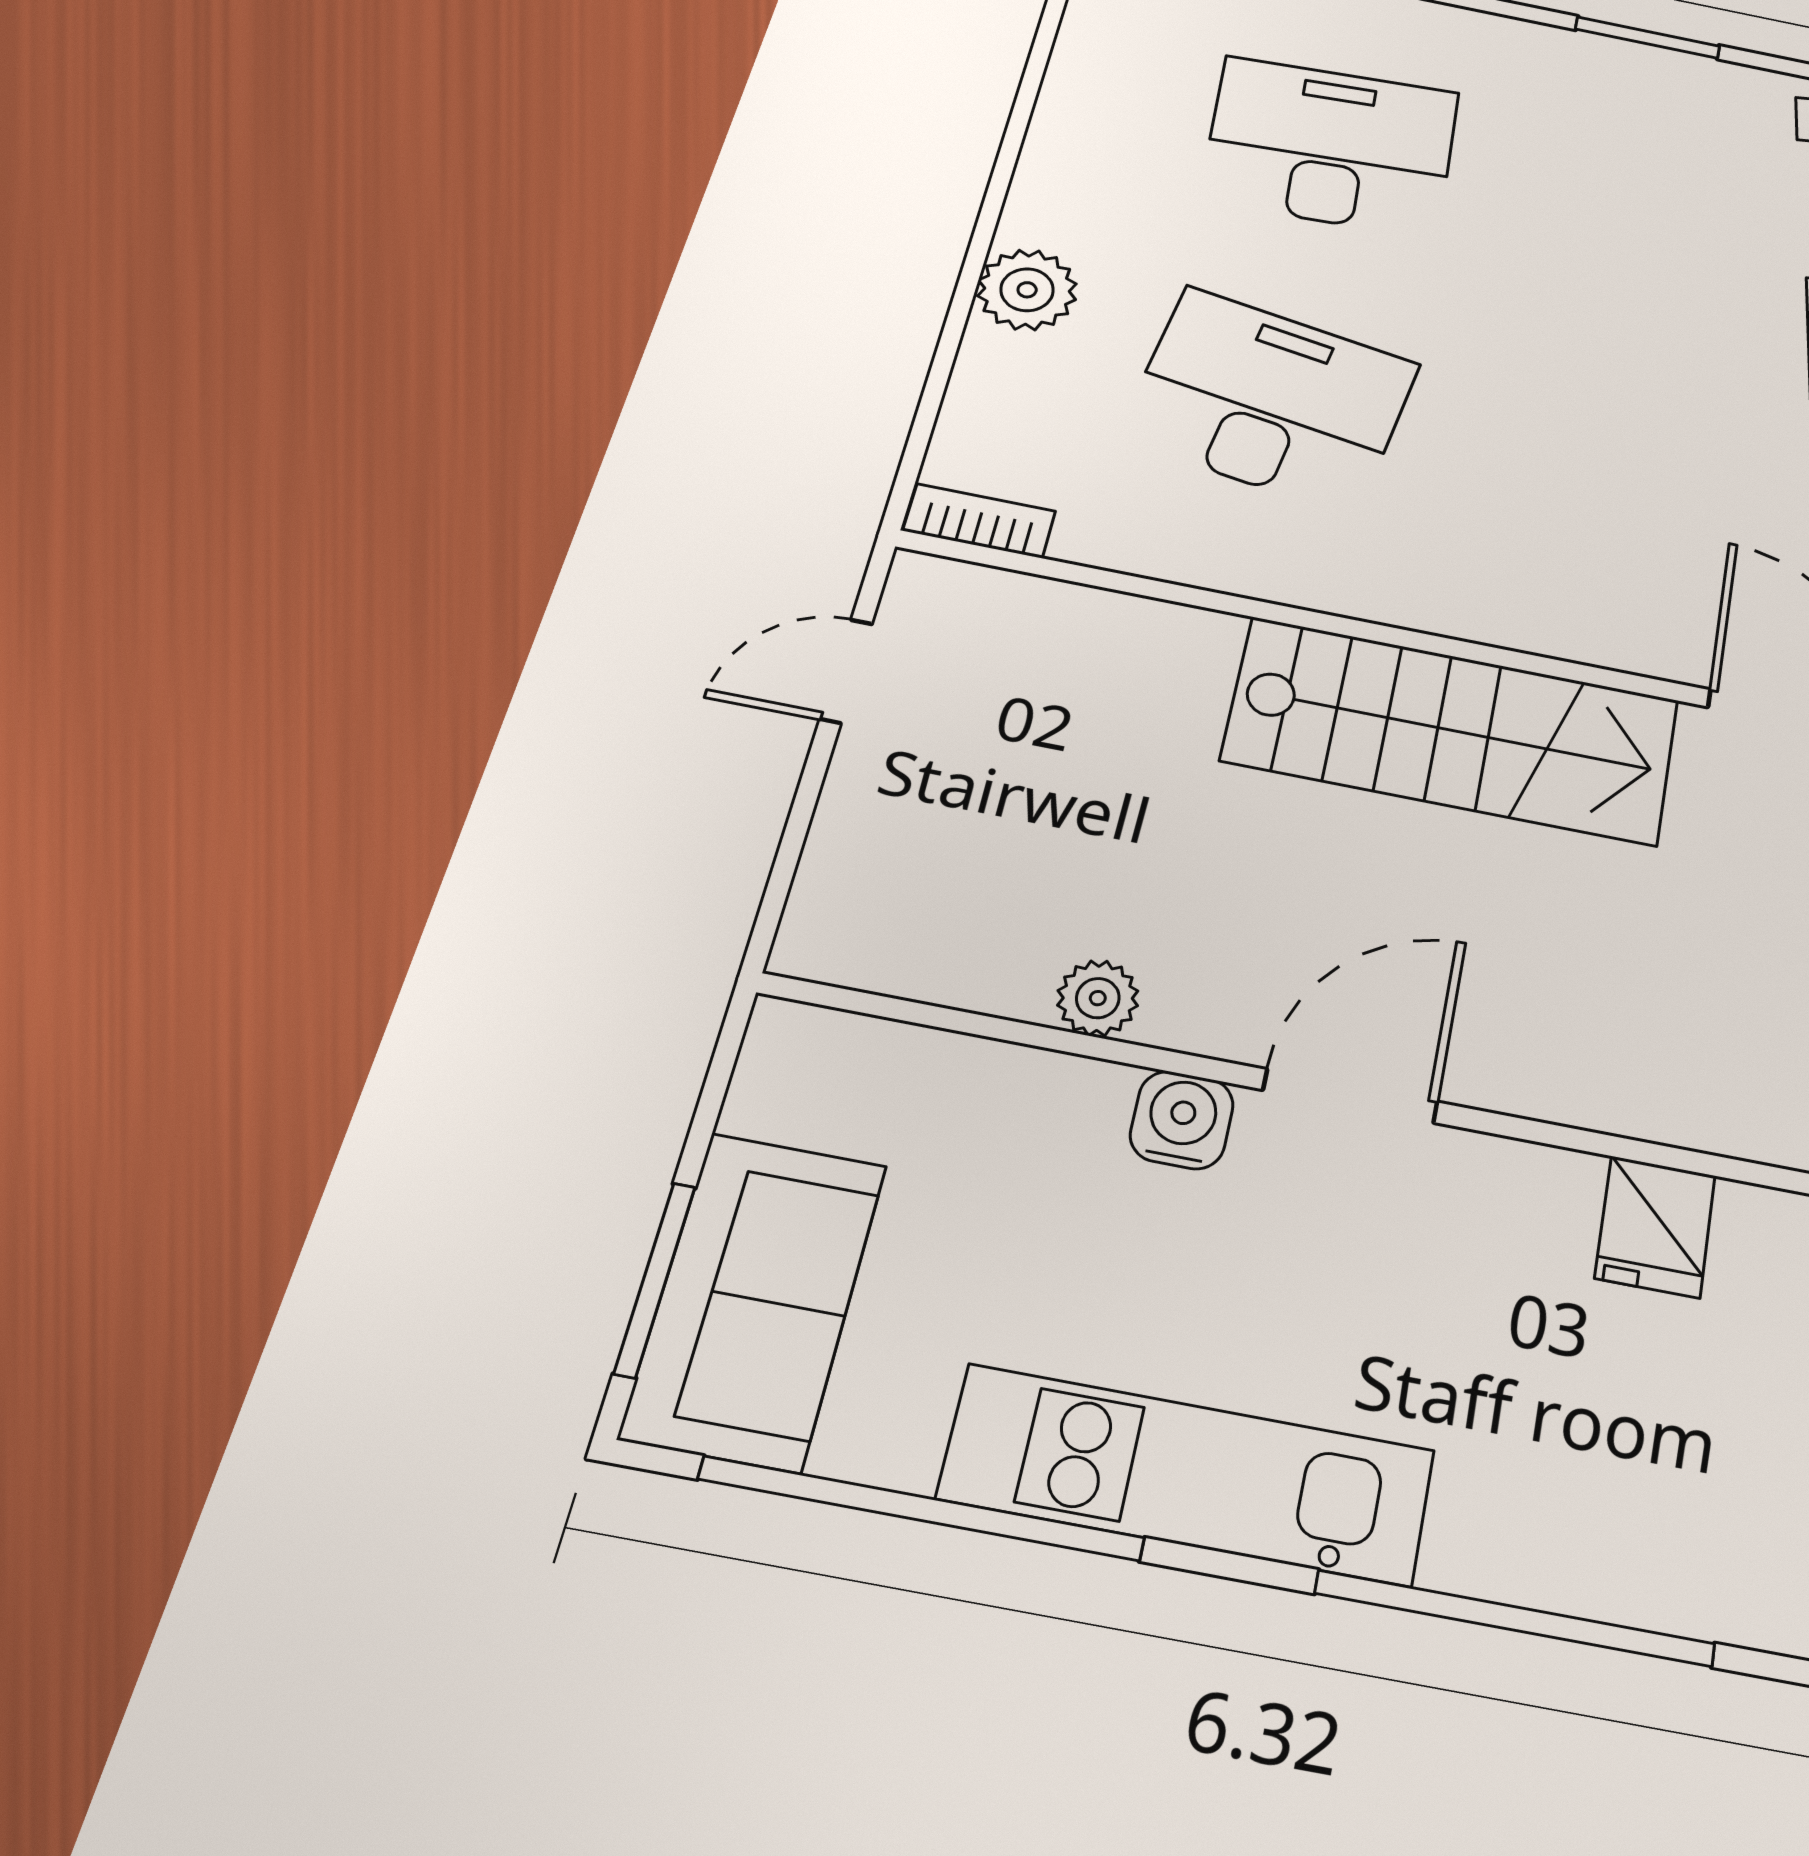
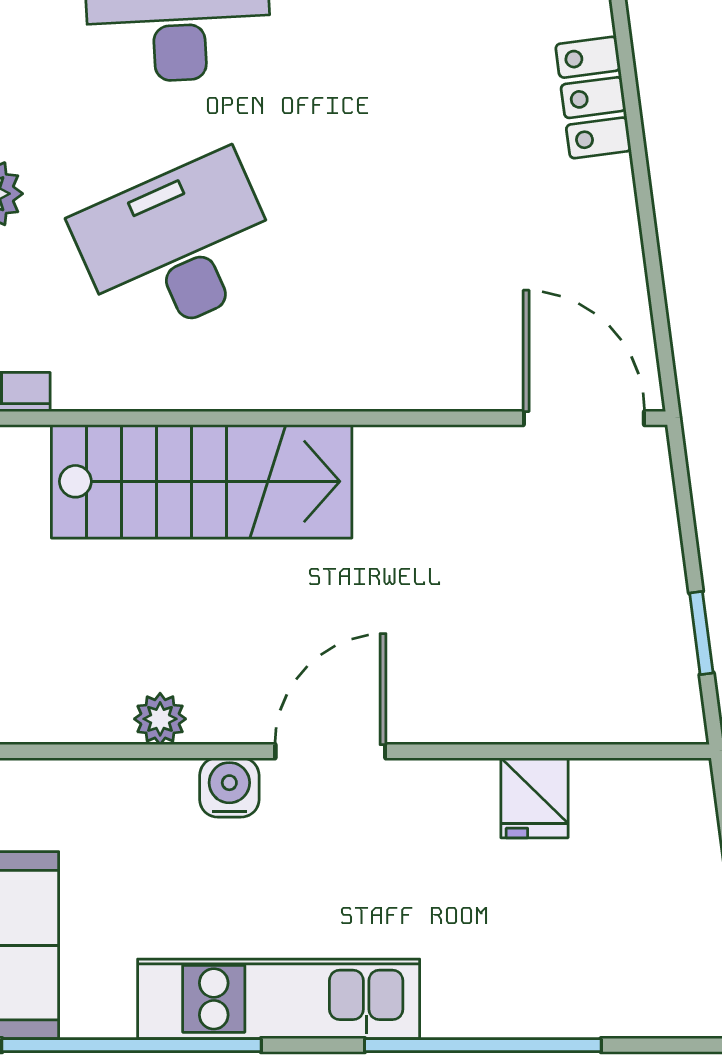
desk: (1270, 400) -> (178, 247), turned -33
stairs: (1452, 730) -> (202, 481), moved

